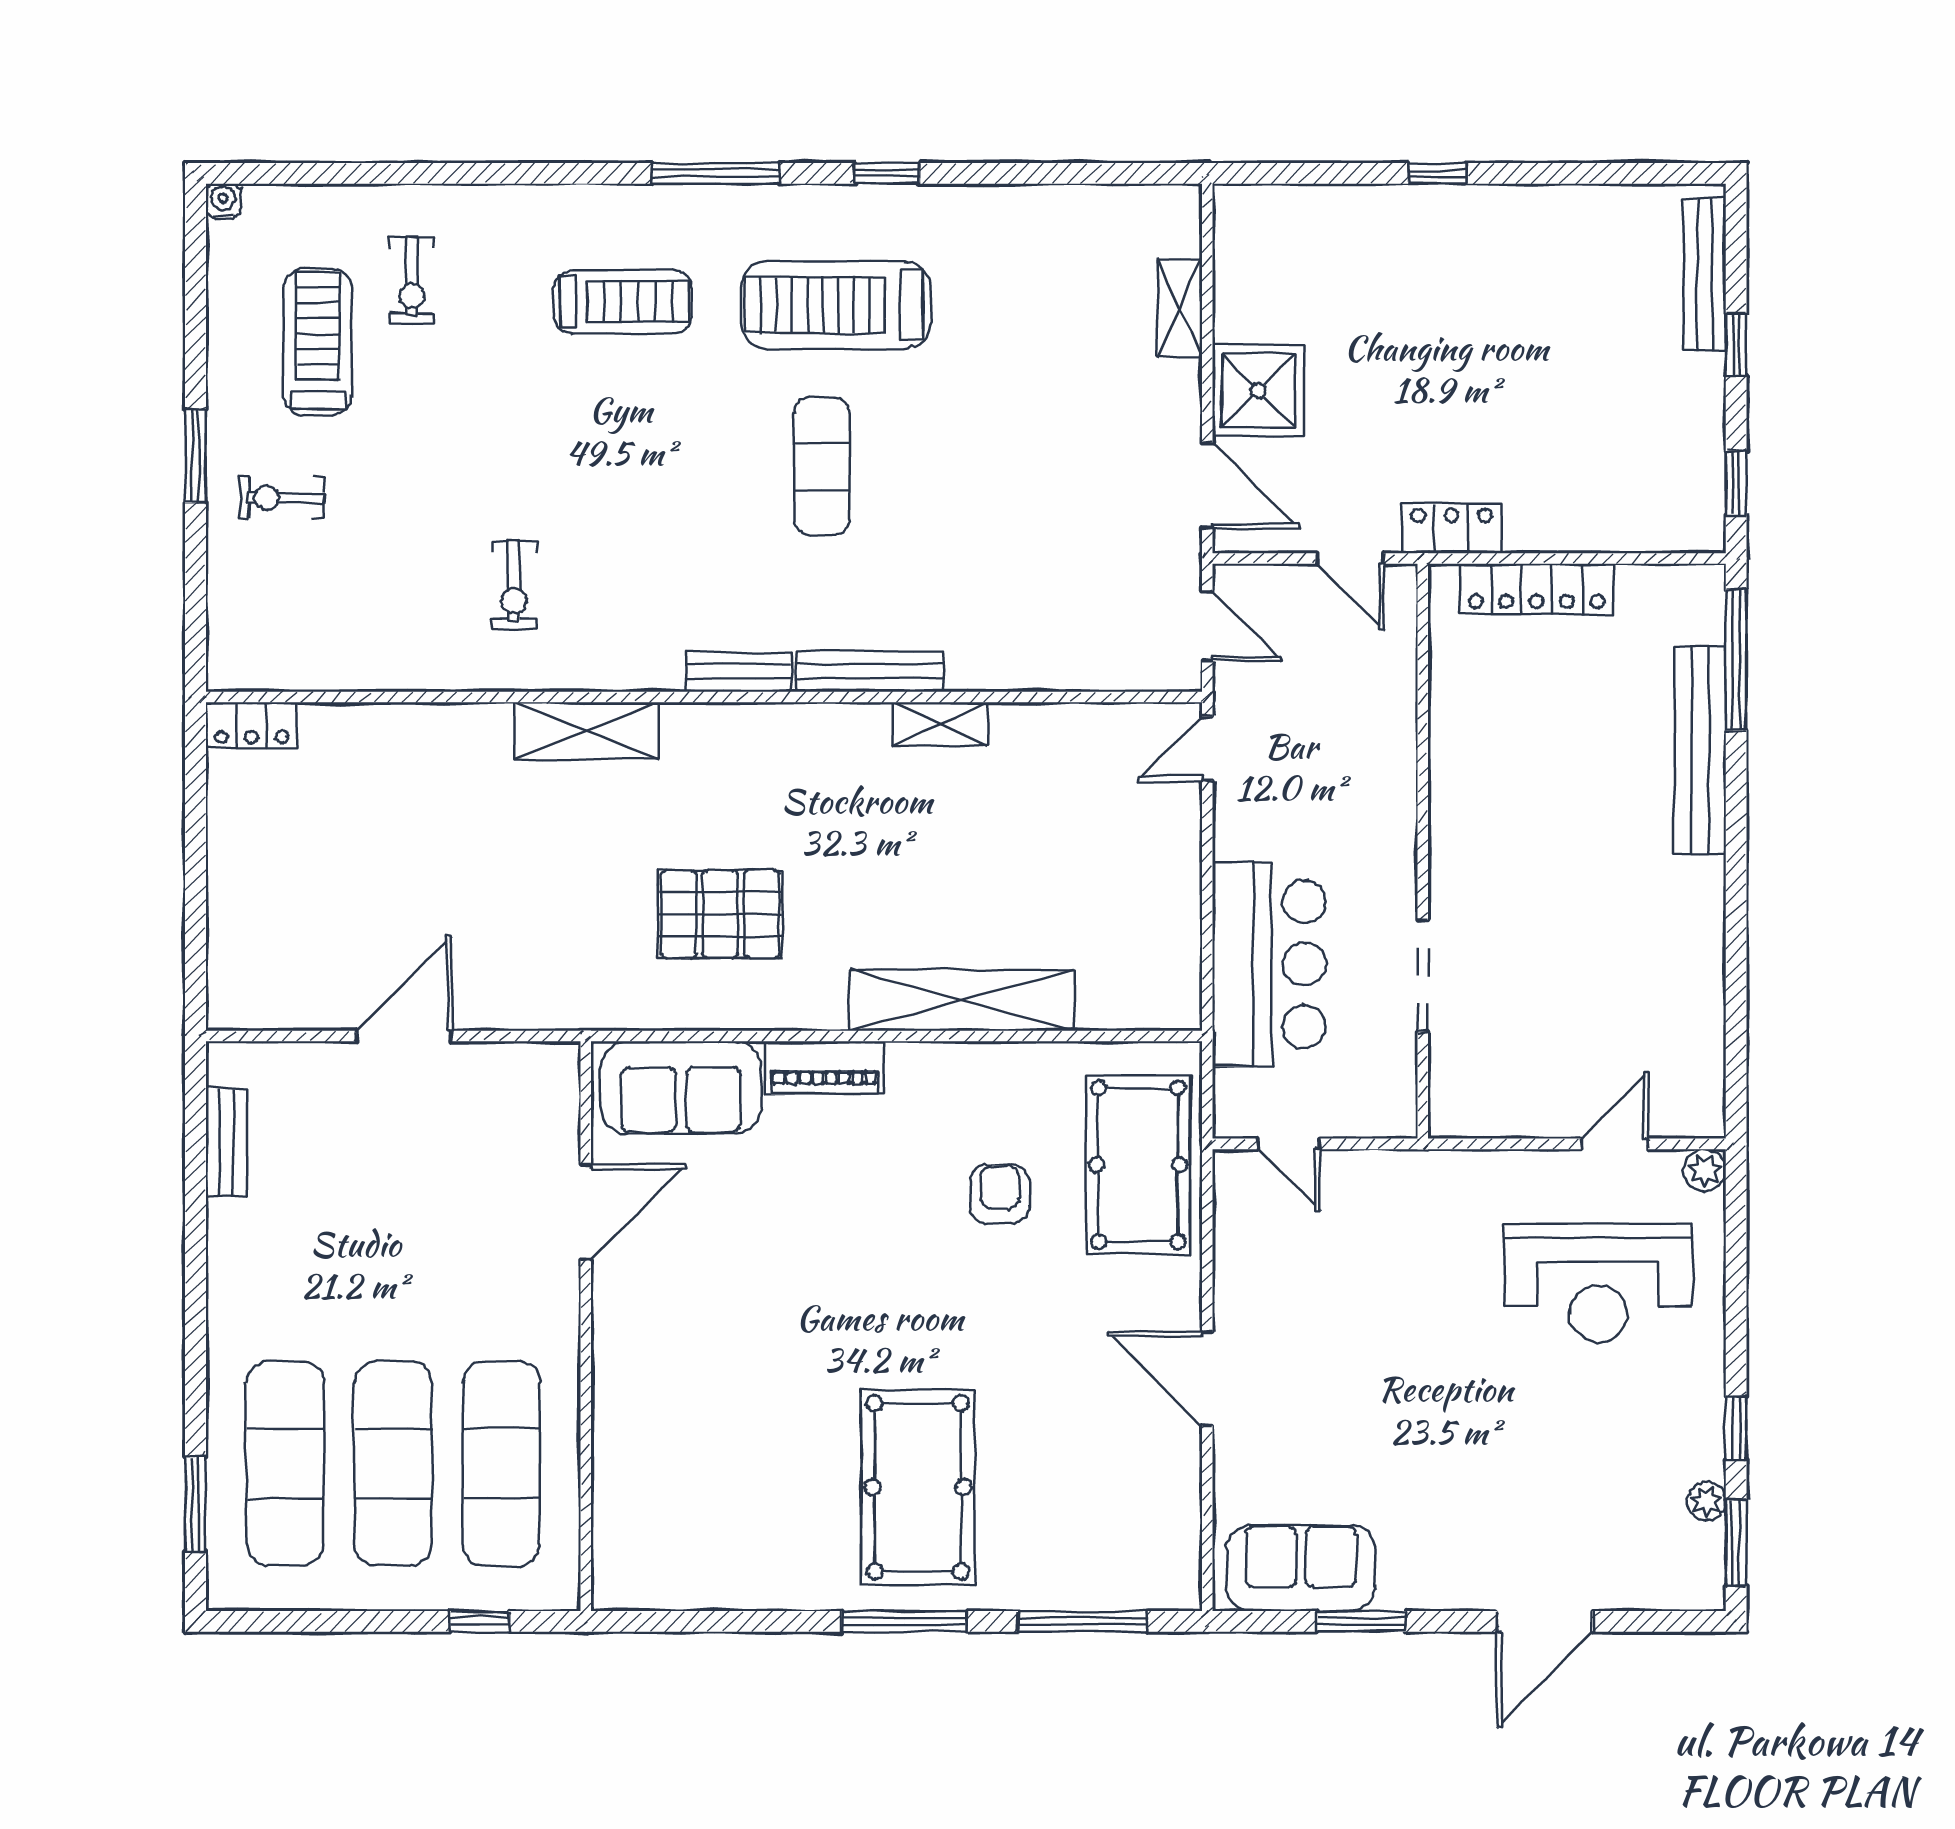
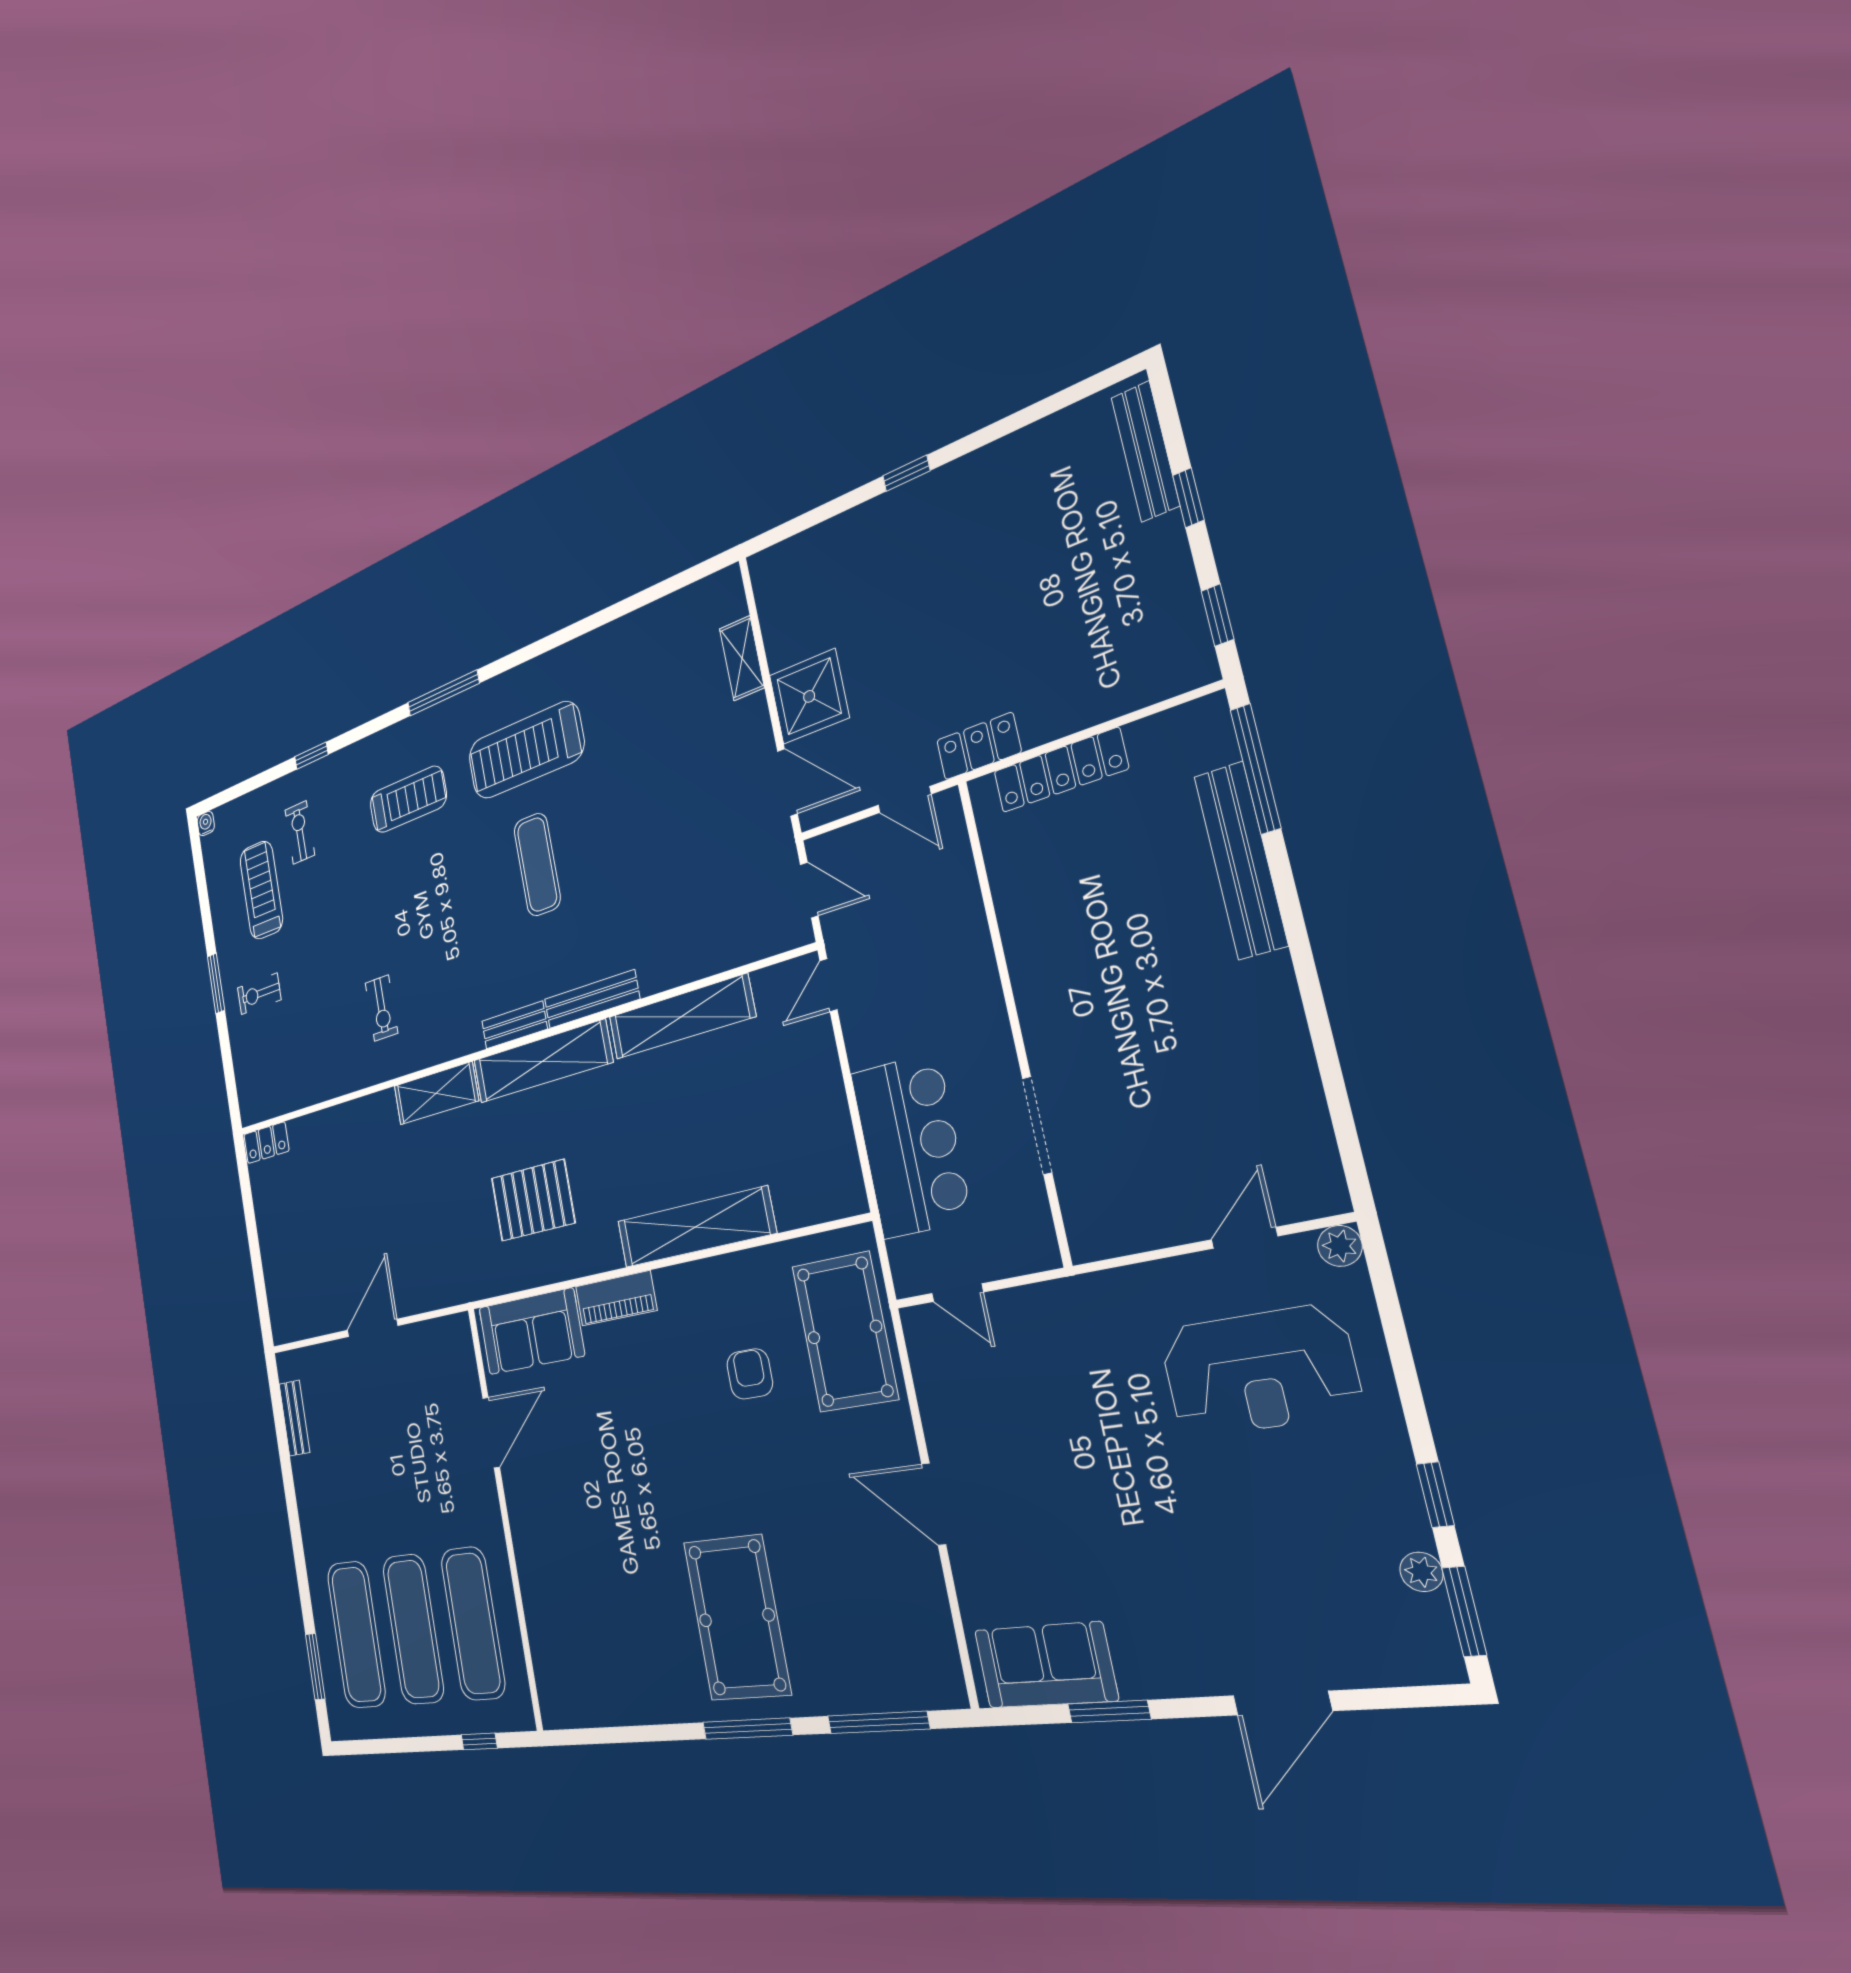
window: (887, 173) -> (311, 756), moved
exercise bike: (412, 280) -> (300, 832), turned 180
shelving: (940, 724) -> (681, 1017), width x2.20, depth x1.33
shelving: (774, 733) -> (542, 1061), added

